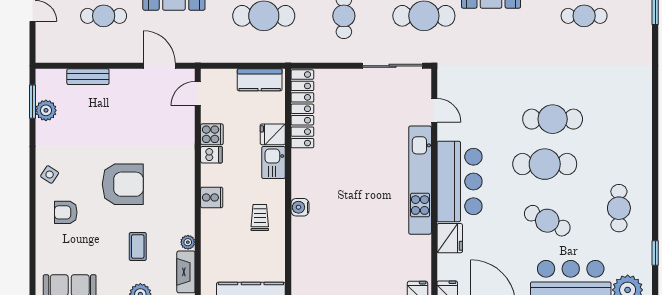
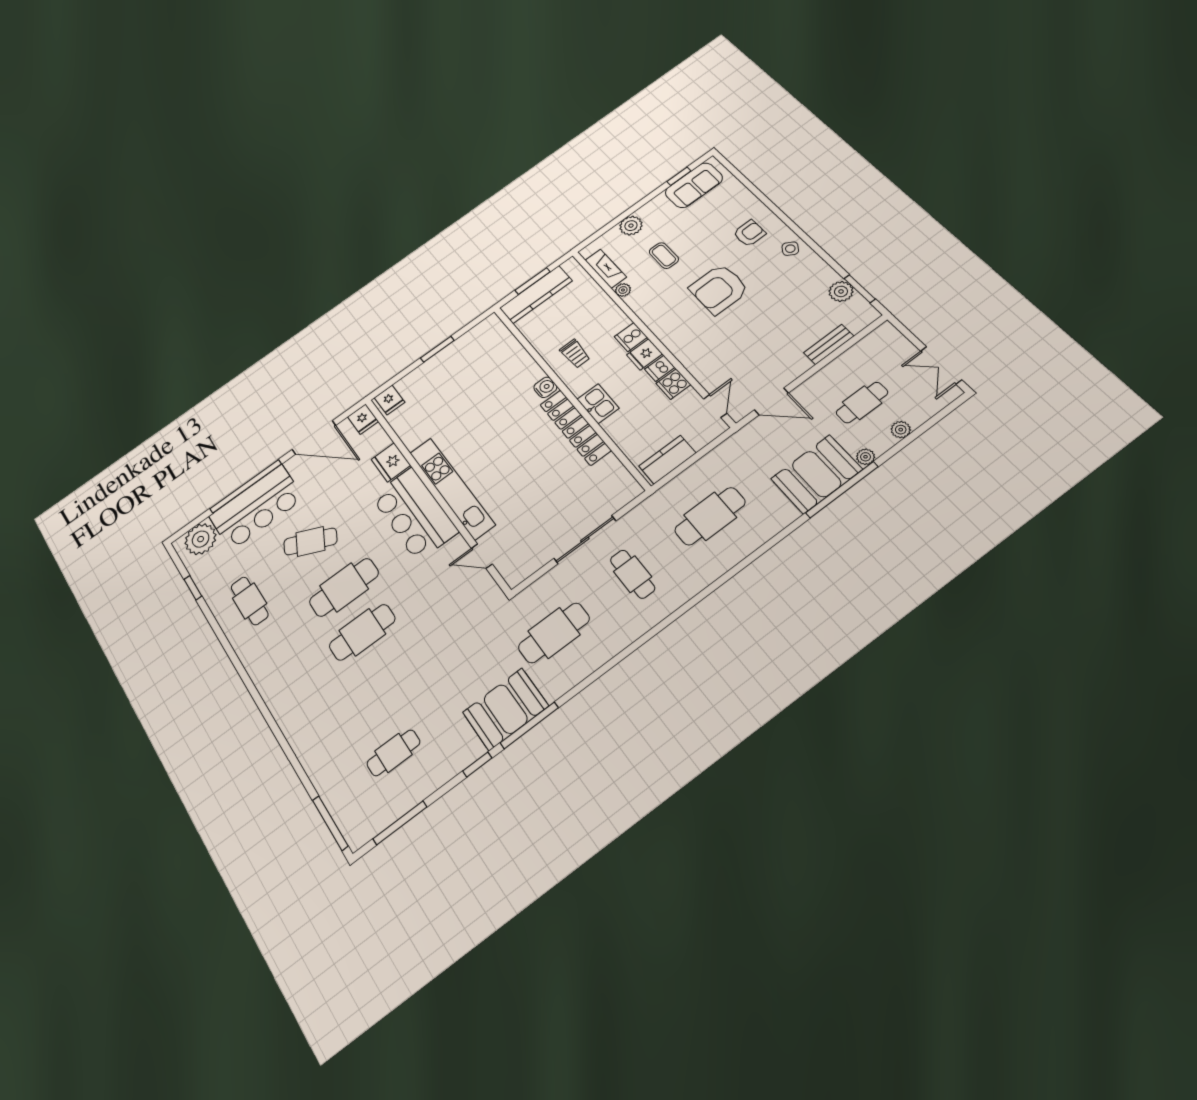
sliding door: (392, 66) -> (585, 540), moved
locker: (302, 109) -> (575, 427), moved
fridge: (273, 134) -> (644, 354), moved, turned 180

